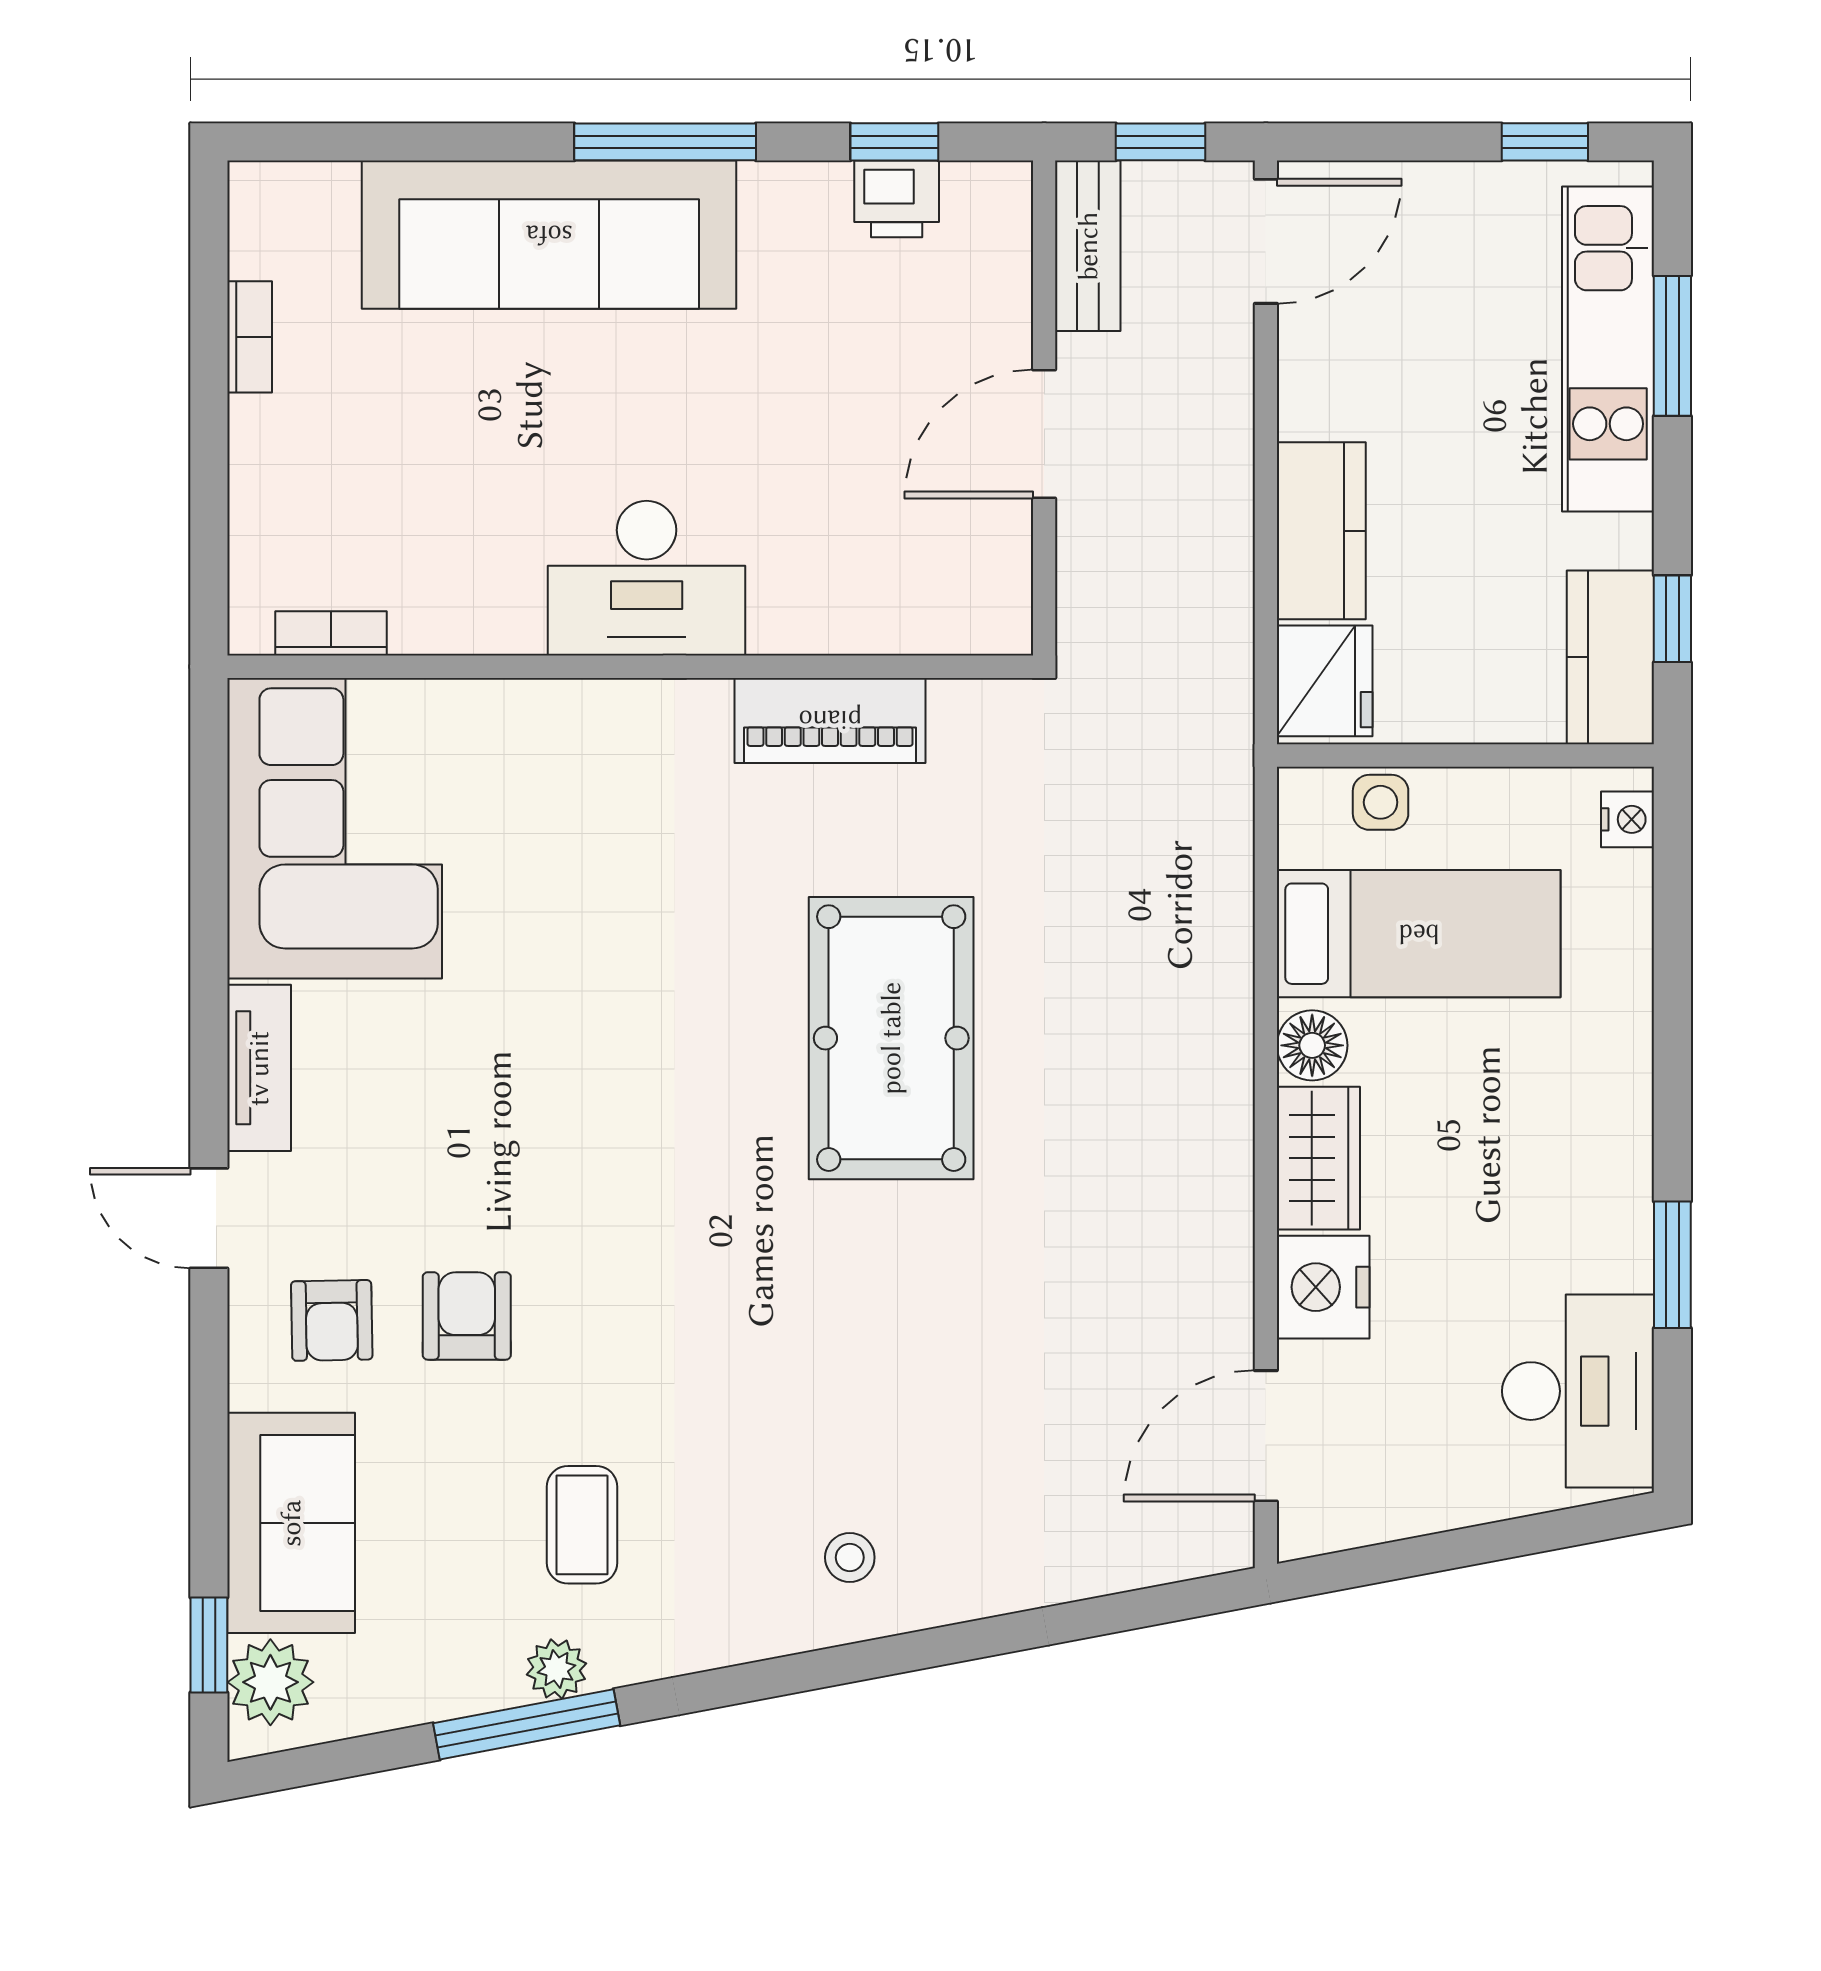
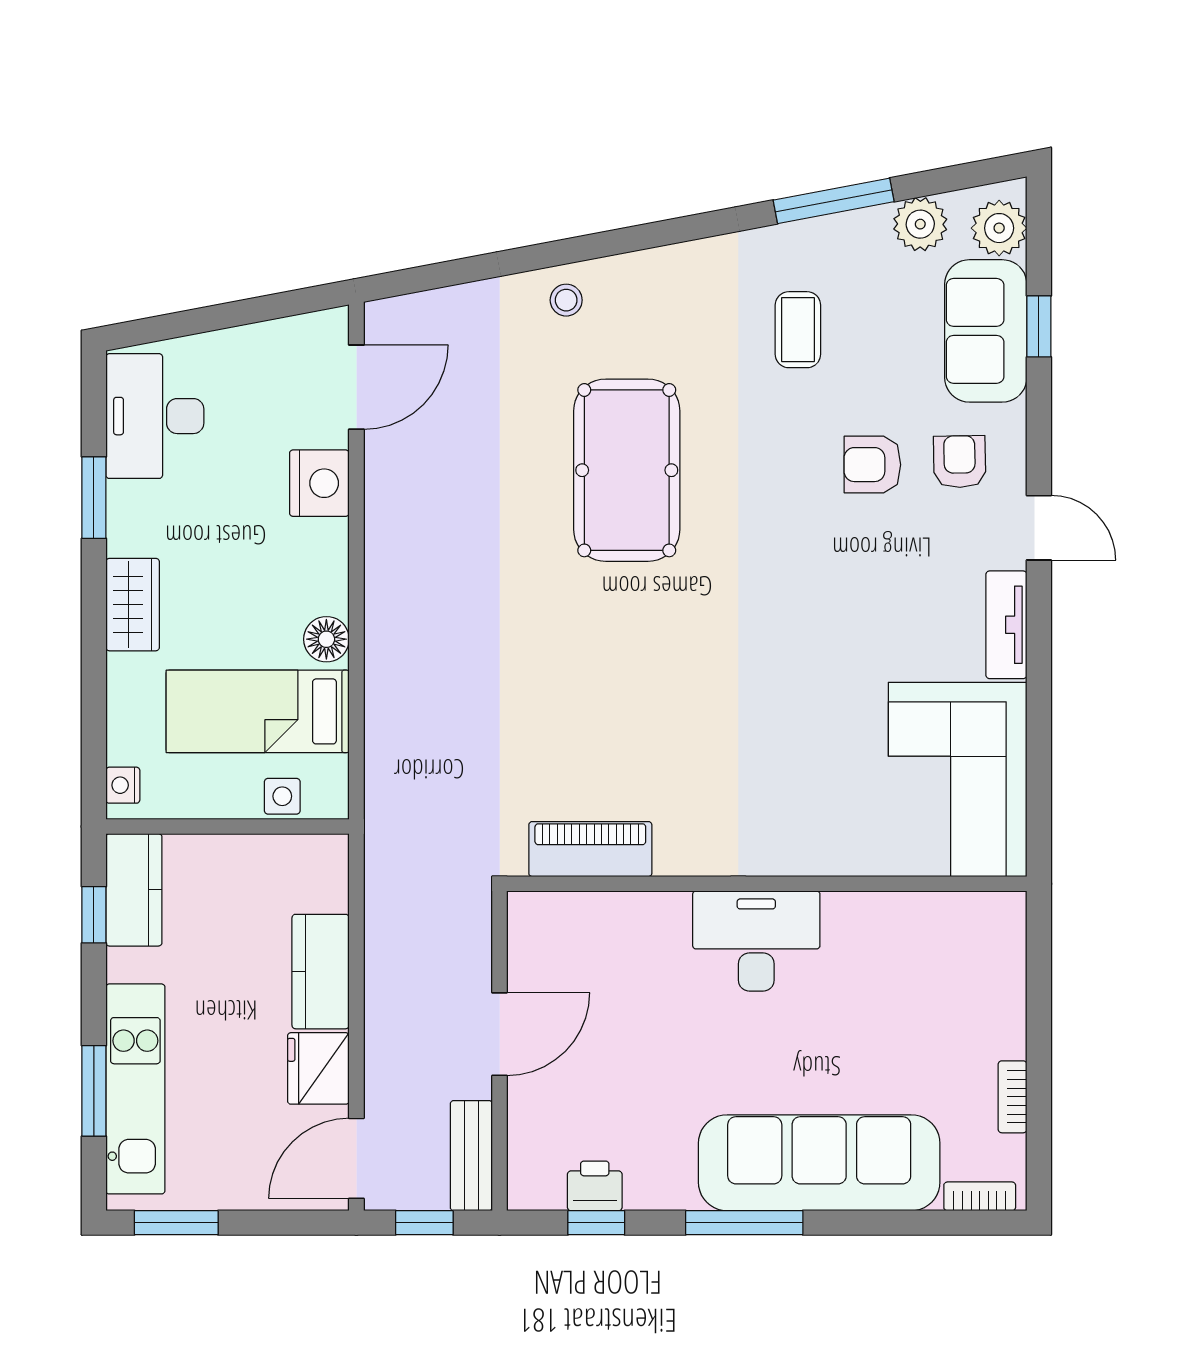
window: (1545, 142) -> (176, 1223), width x1.50
bookcase: (331, 633) -> (980, 1196), moved, turned 180
fridge: (1325, 681) -> (318, 1068), moved
piano: (830, 720) -> (590, 849), moved
pool table: (891, 1038) -> (627, 470), moved
wardrobe: (1318, 1158) -> (133, 605), moved, turned 180
armchair: (467, 1316) -> (872, 465), turned 90
stool: (850, 1557) -> (566, 300), moved
window: (209, 1645) -> (1039, 326), moved
plant: (557, 1669) -> (920, 224), moved, width x1.38, depth x1.38

